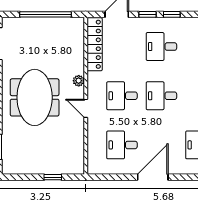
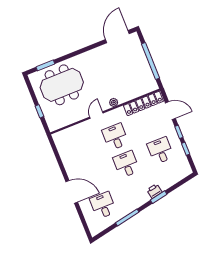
meeting table: (35, 97) -> (62, 85), moved
desk: (122, 145) -> (81, 150), removed
door: (153, 177) -> (72, 192), moved

